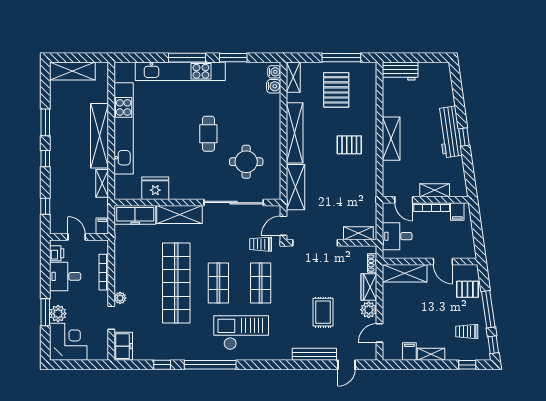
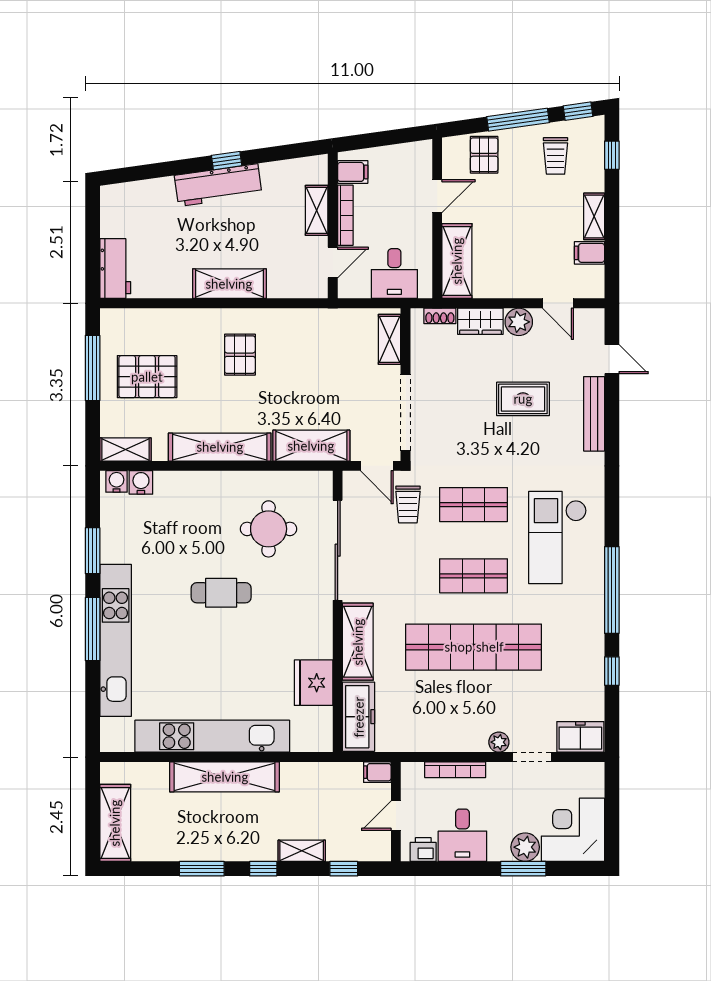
shelving: (102, 183) -> (302, 851), moved

